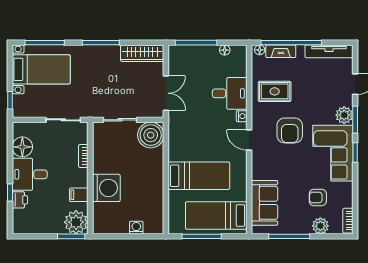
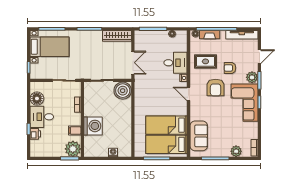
bed: (199, 176) -> (166, 125), moved, turned 180
armchair: (318, 198) -> (230, 68), moved

